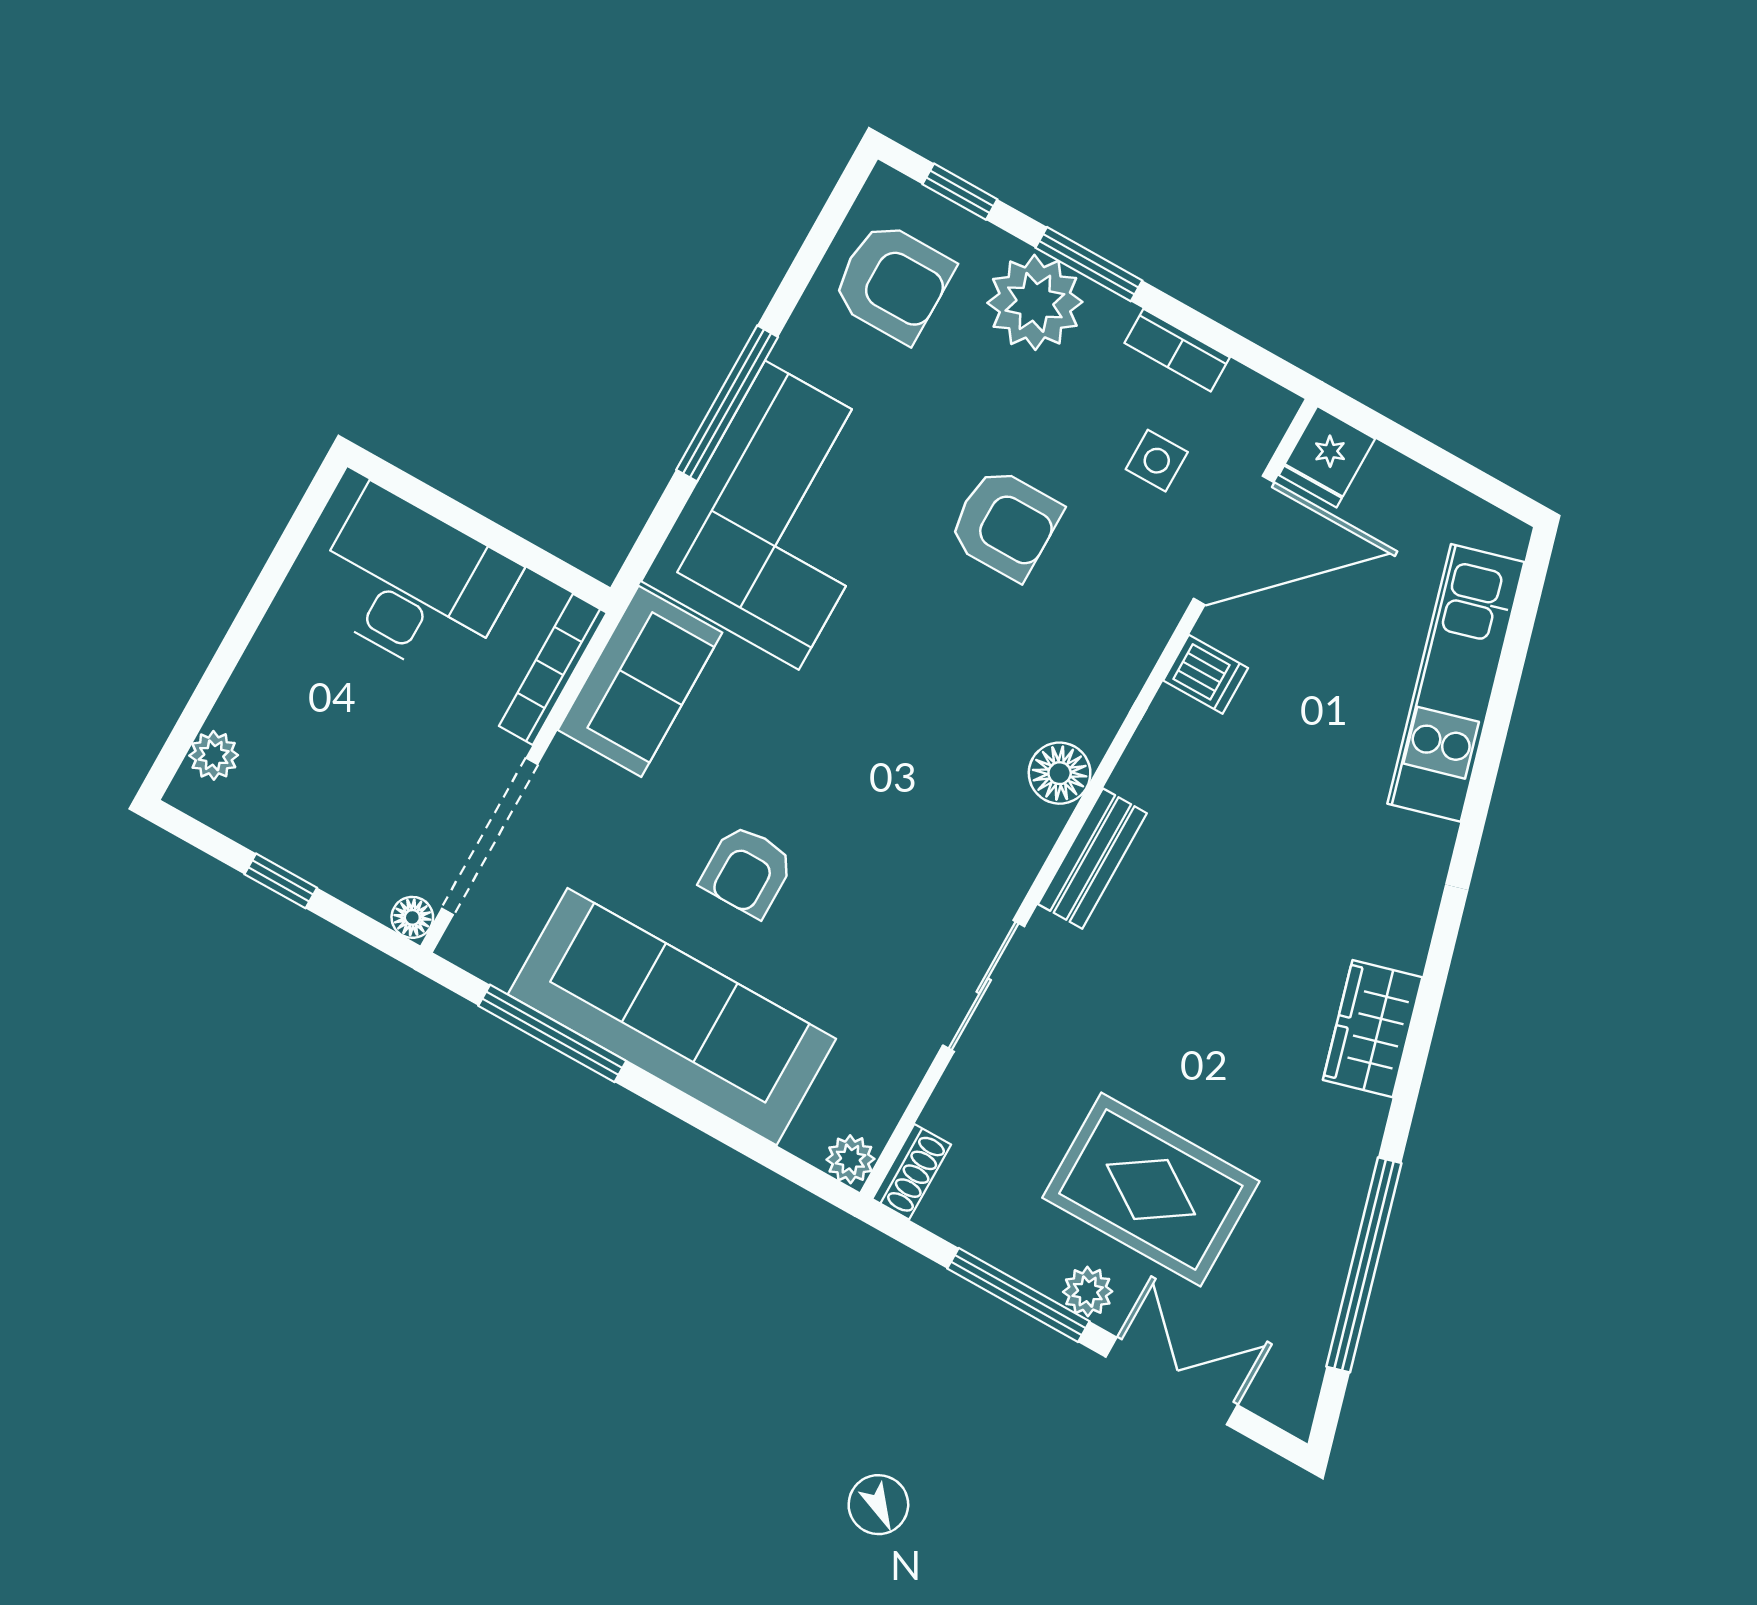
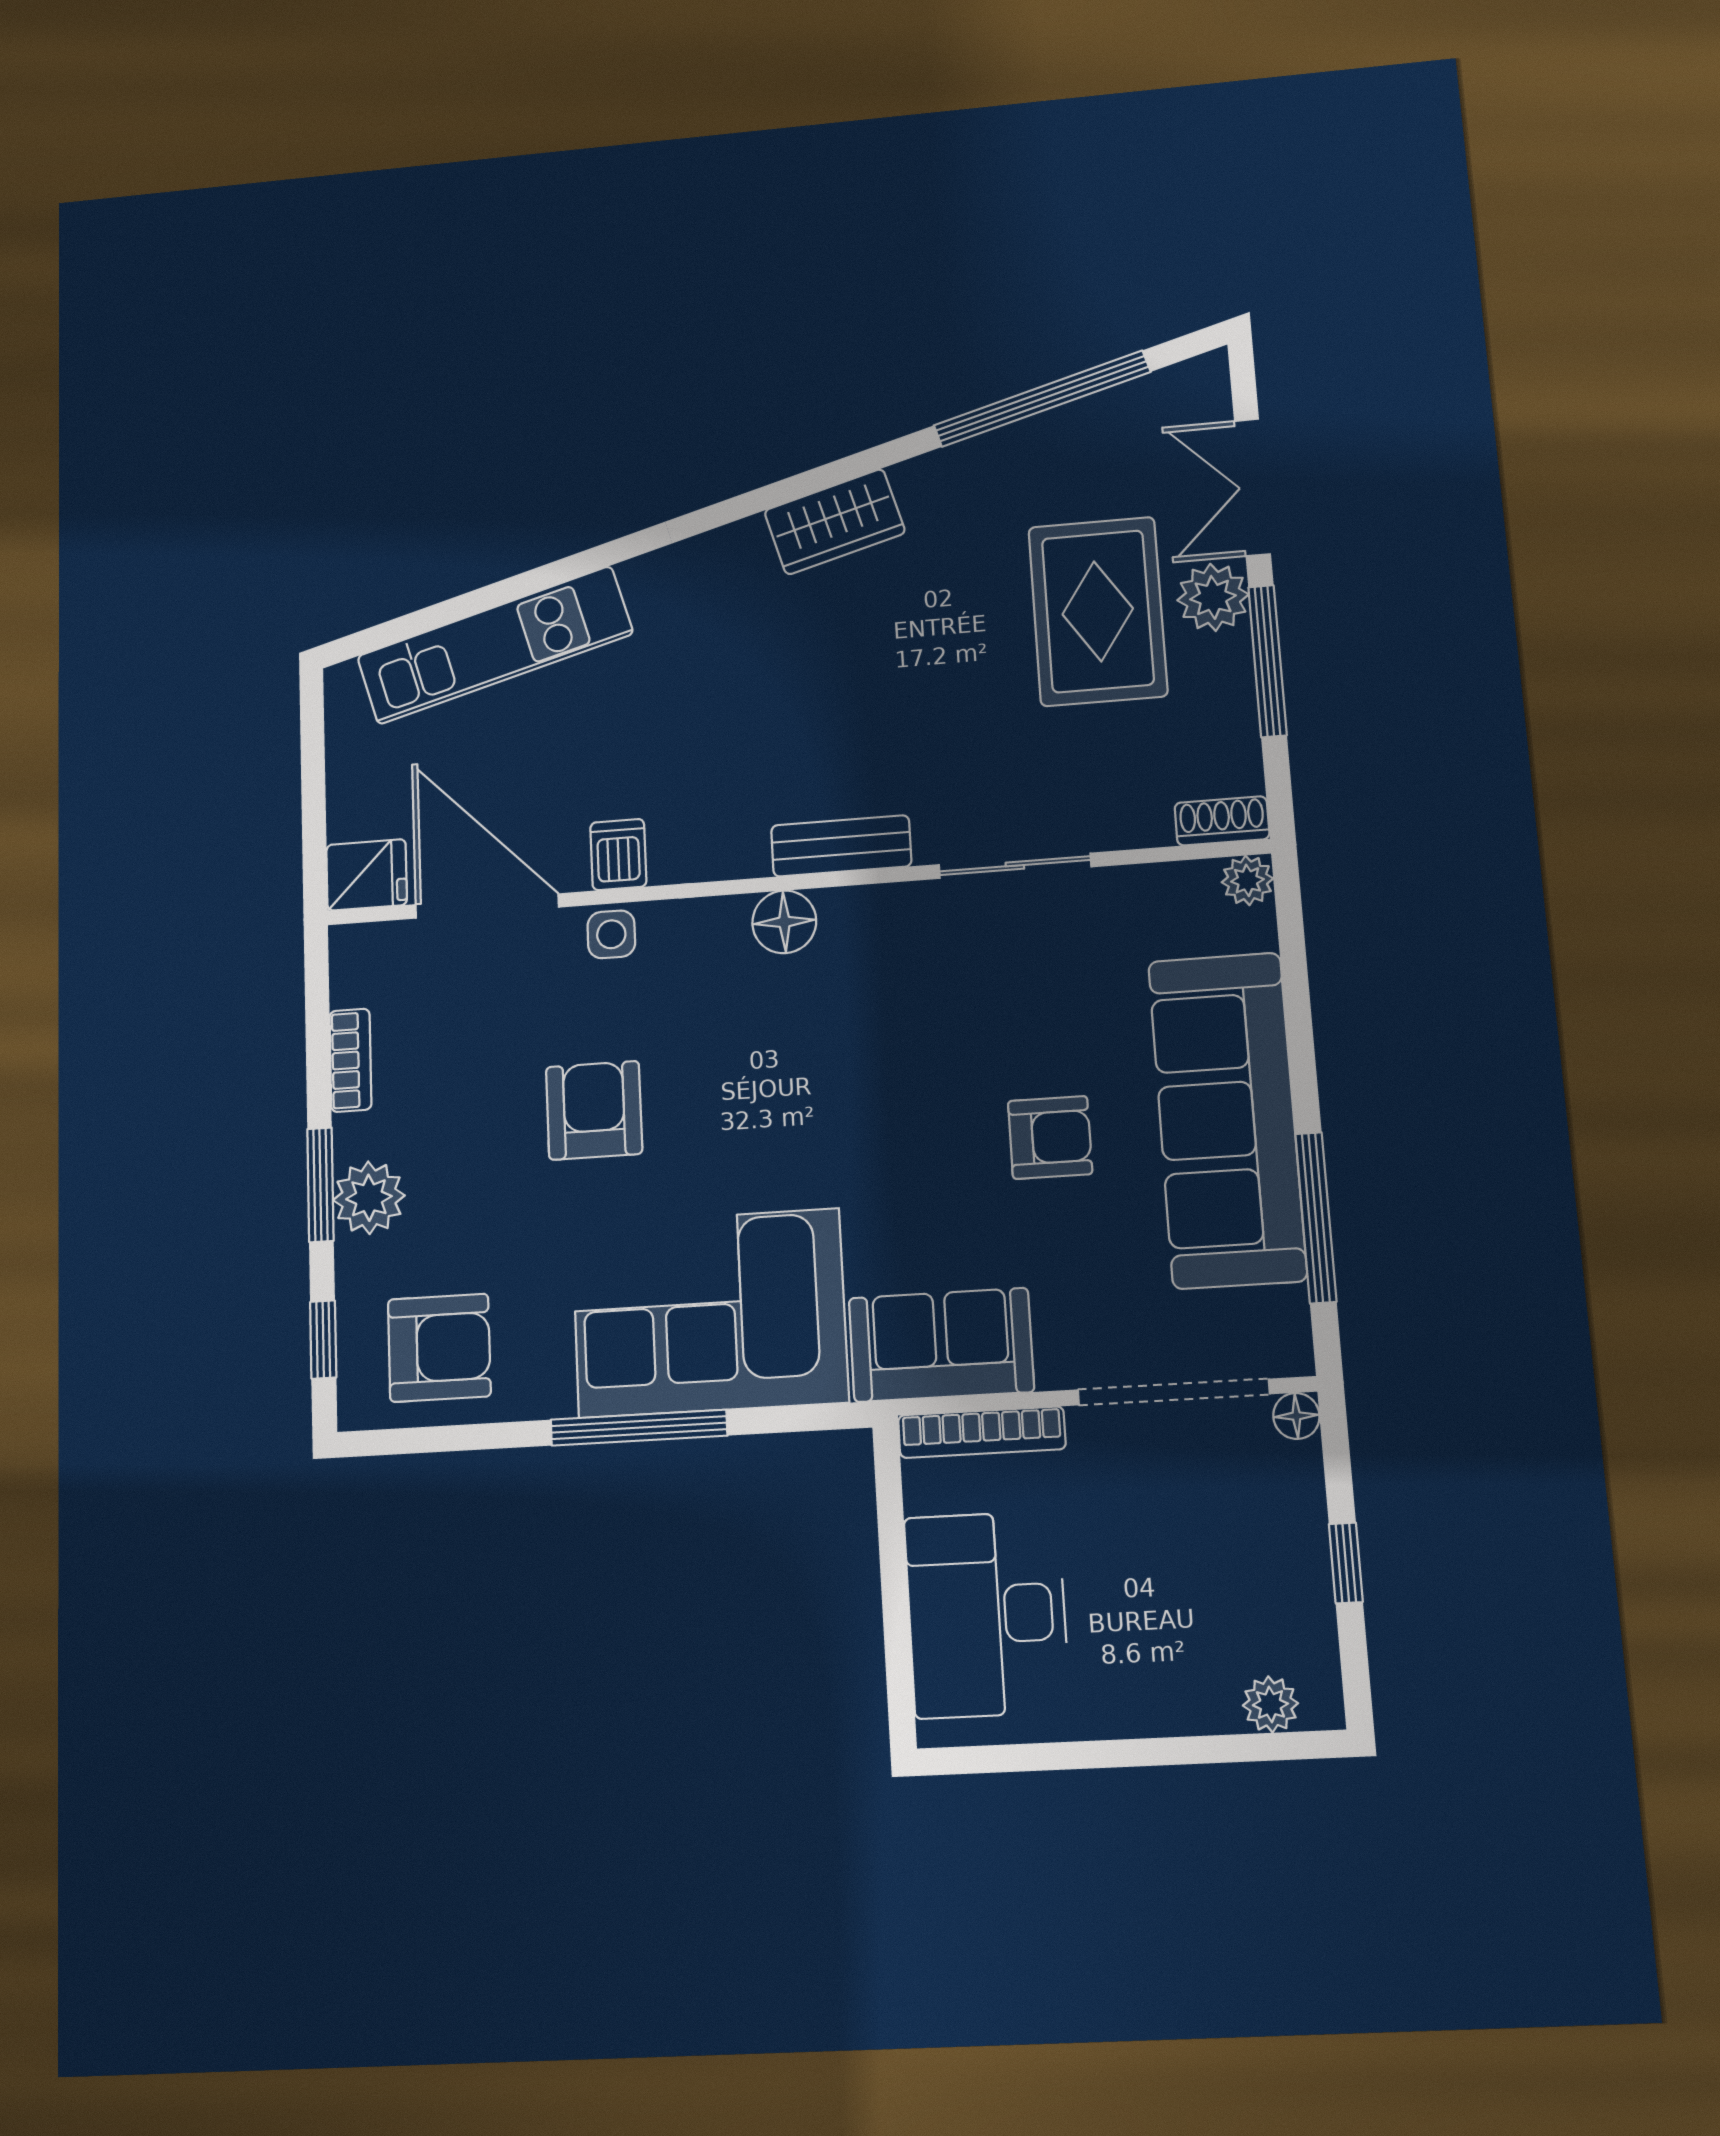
armchair: (893, 282) -> (439, 1348), turned 90
plant: (1035, 302) -> (369, 1198), width x0.73, depth x0.73
side table: (1157, 461) -> (611, 934), moved
plant: (1088, 1292) -> (1213, 597), width x1.38, depth x1.38

